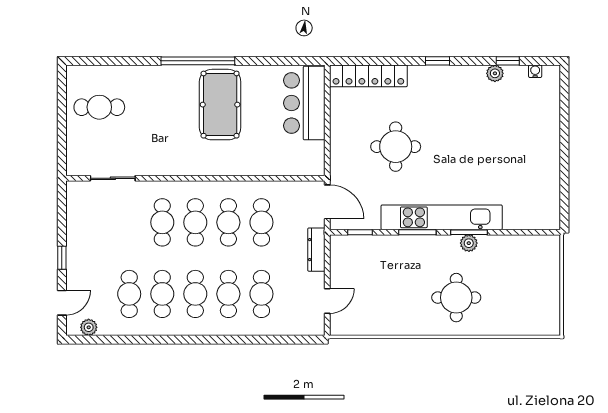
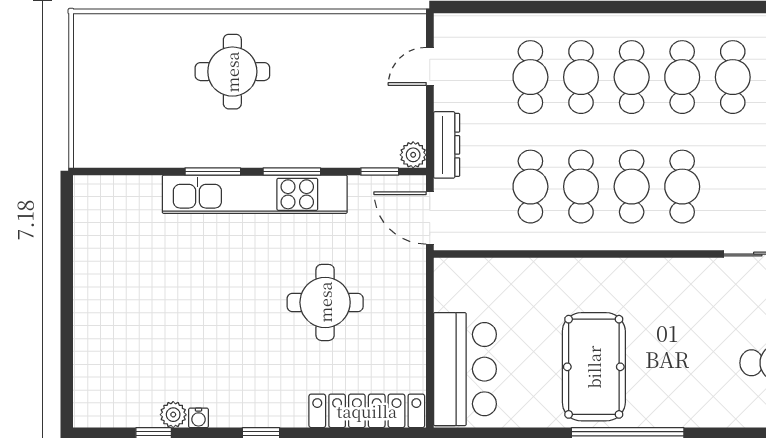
water cooler: (535, 71) -> (198, 418), moved
plant: (469, 243) -> (413, 155), moved

